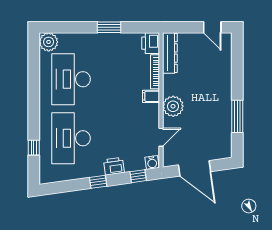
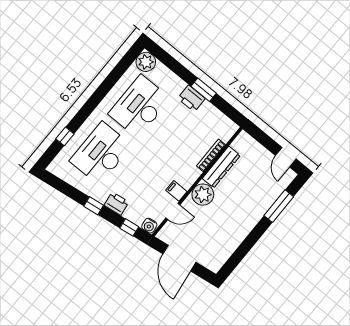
printer: (151, 43) -> (191, 98), moved, turned -90
dresser: (170, 53) -> (221, 167), moved
filing cabinet: (151, 96) -> (176, 191), moved
window: (237, 116) -> (279, 206), moved

